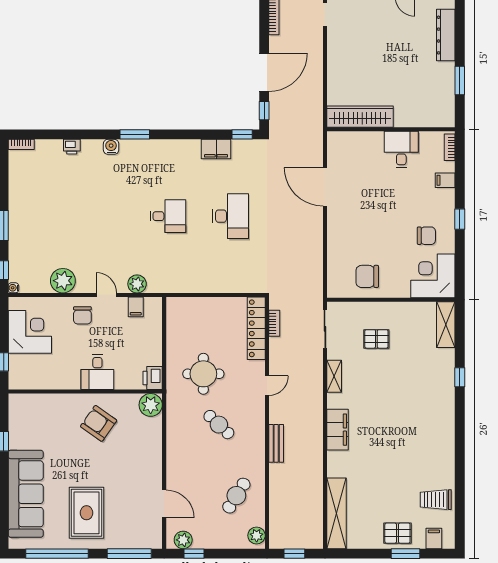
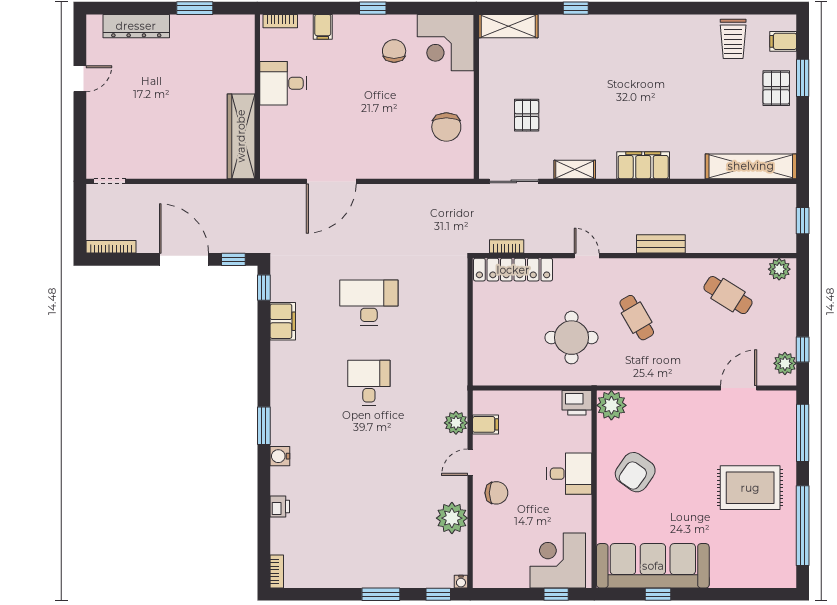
corner desk: (30, 332) -> (558, 561), moved
cafe table: (219, 425) -> (637, 318), turned -73
sofa: (26, 494) -> (653, 566), moved

